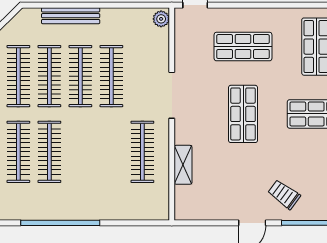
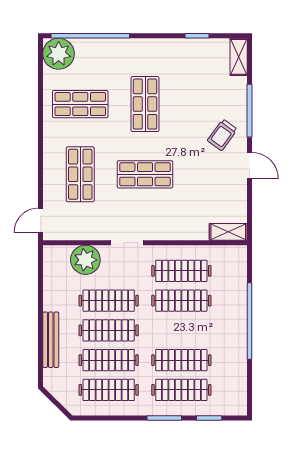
plant: (161, 19) -> (85, 260), moved, width x1.88, depth x1.88
doorway: (172, 95) -> (127, 243), width x0.73
clothes rail: (111, 152) -> (181, 301), added
shelving: (183, 165) -> (228, 232), moved
window: (60, 223) -> (249, 321), moved

